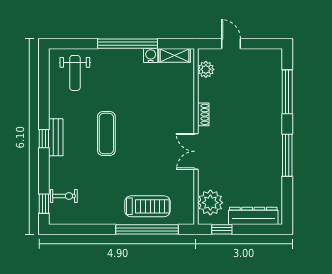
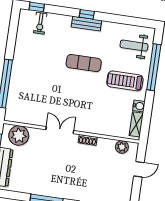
window: (127, 44) -> (154, 67), moved
treadmill: (147, 206) -> (125, 81), moved, turned 90

